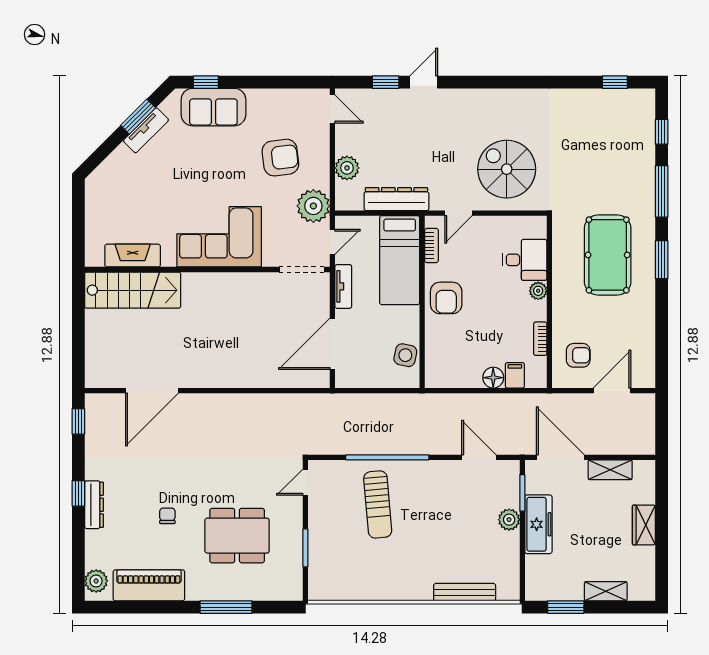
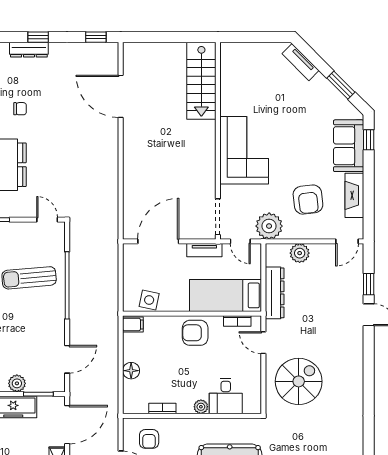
tv unit: (146, 130) -> (300, 62), moved
fireplace: (133, 256) -> (354, 195), moved, turned 180
door: (332, 344) -> (158, 241), hinge flipped
filing cabinet: (515, 375) -> (133, 324), moved

